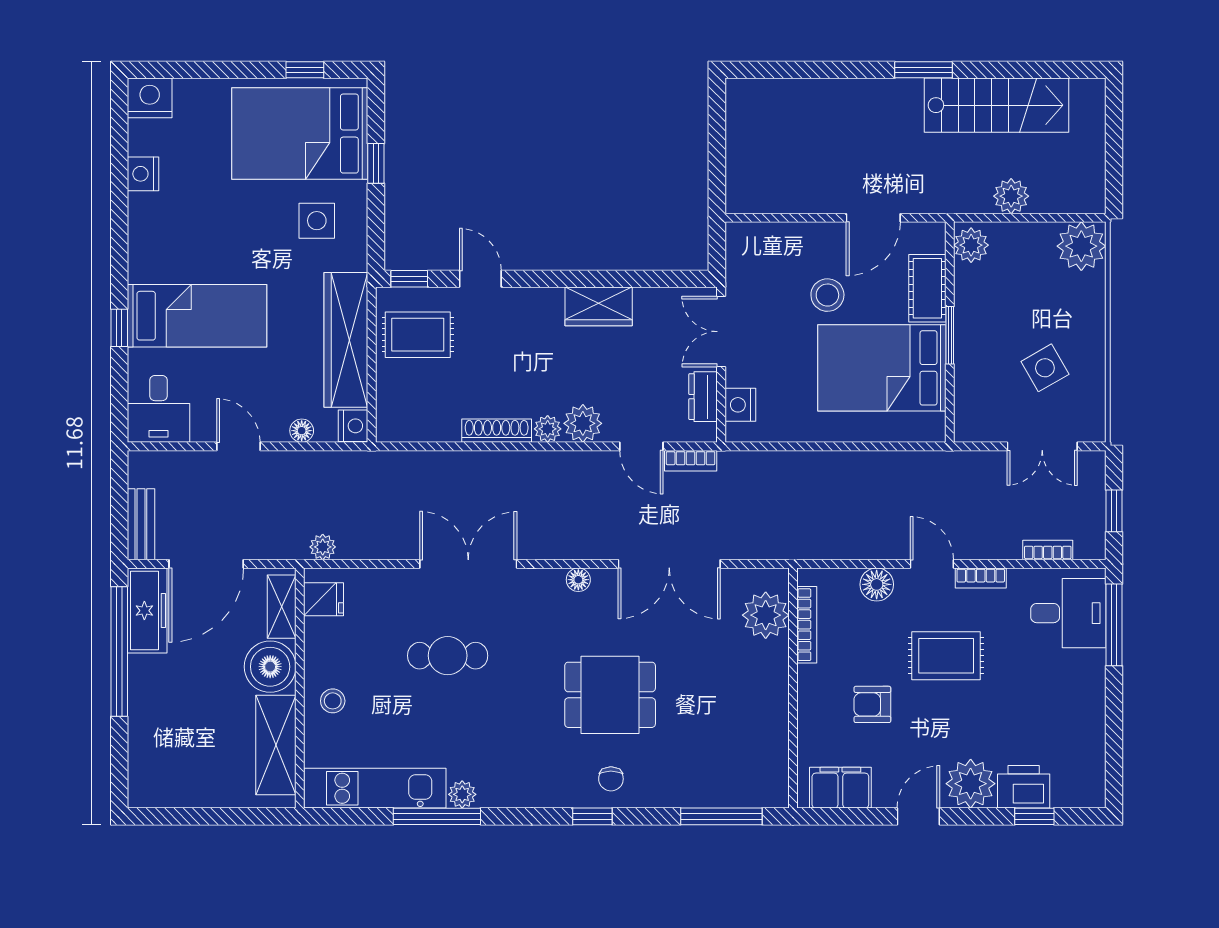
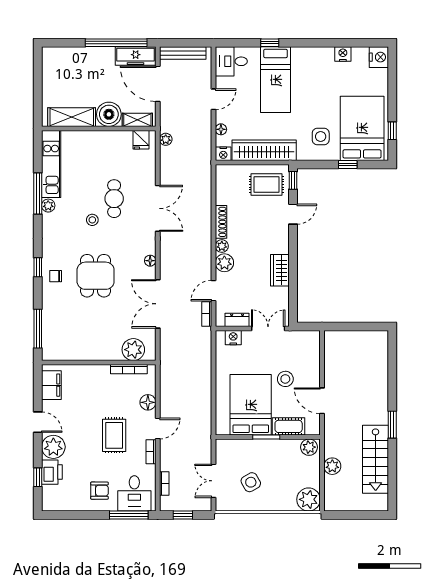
rug: (418, 335) -> (267, 184), turned 90
bench: (141, 524) -> (183, 53), width x1.36
stool: (333, 701) -> (92, 220), moved
armchair: (872, 704) -> (99, 491), moved, turned 90

